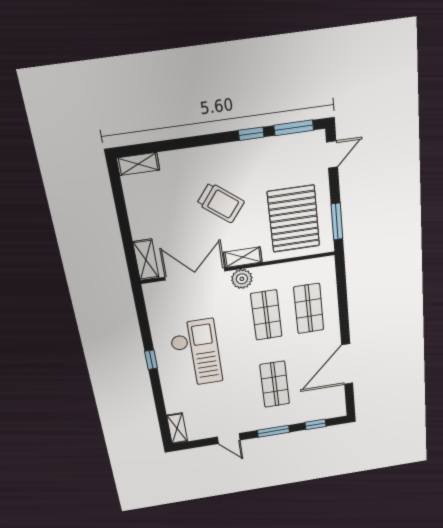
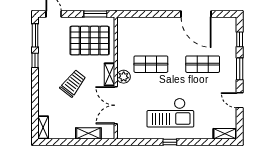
shelving: (146, 260) -> (88, 133), moved
shop shelf: (309, 309) -> (151, 36), removed
checkout: (196, 353) -> (170, 113), turned 180
door: (229, 439) -> (240, 100), swing flipped

